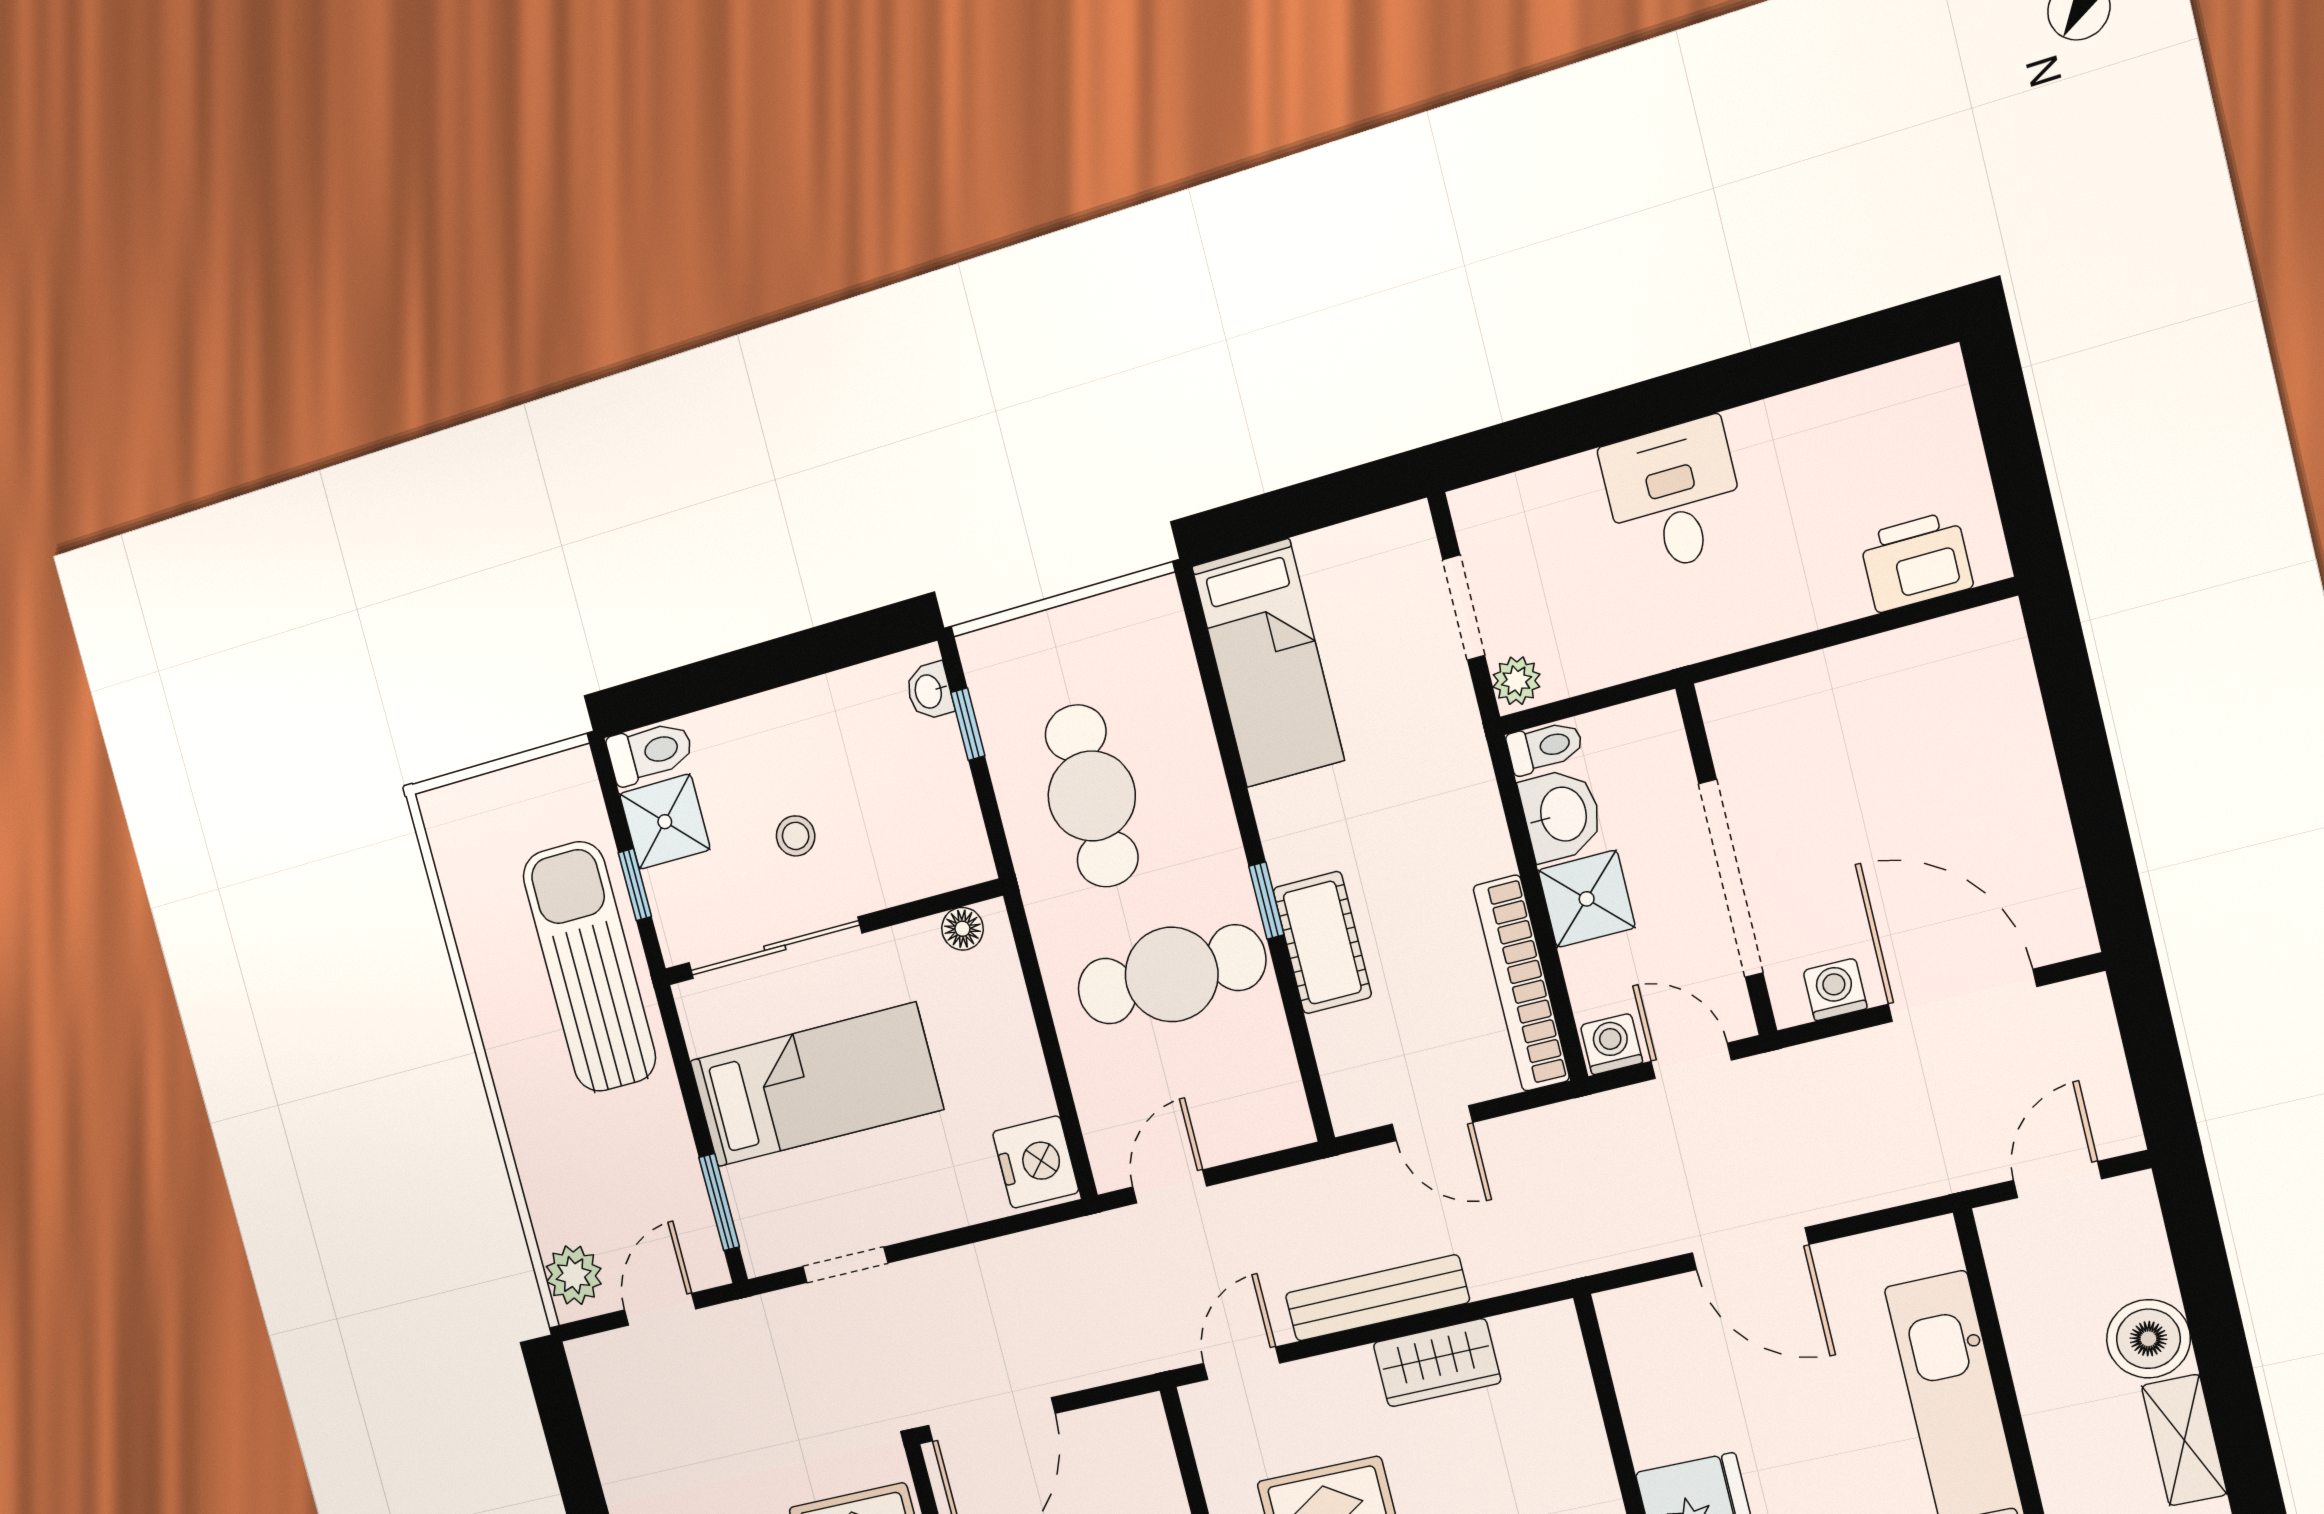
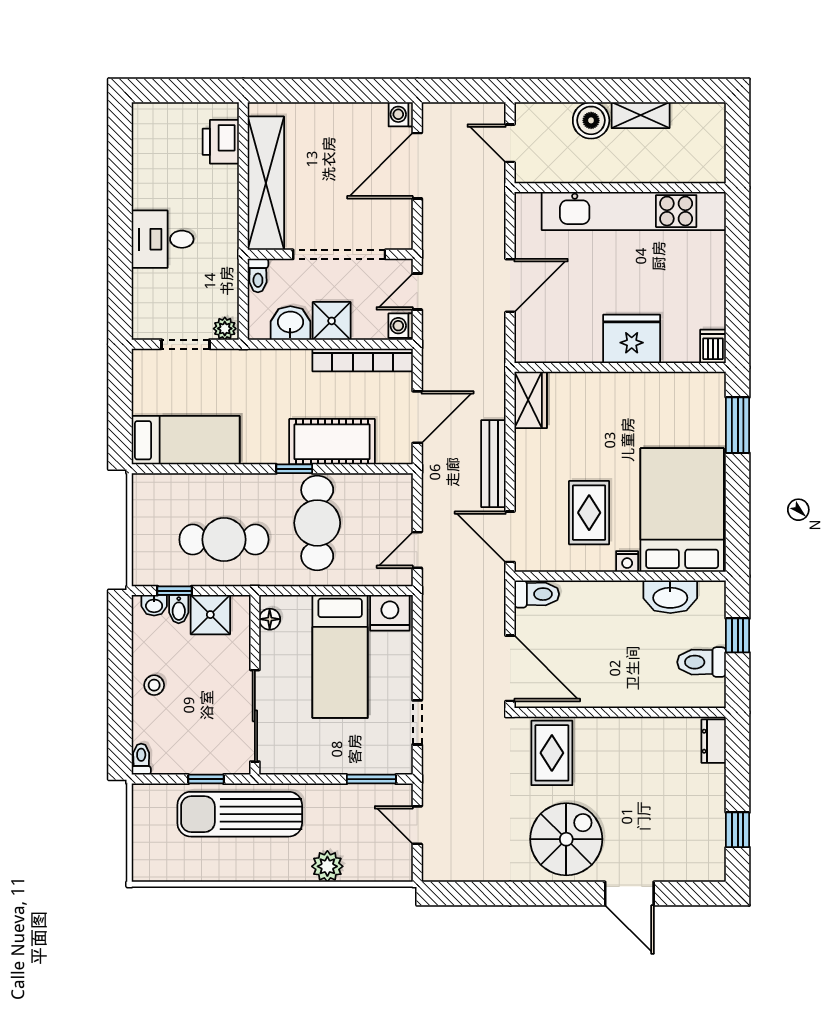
shelving: (1848, 683) -> (266, 183), added
bidet: (935, 743) -> (179, 609), added
toilet: (1545, 747) -> (258, 275), moved, turned 180
toilet: (650, 752) -> (141, 759), width x0.73, depth x0.72
shower: (665, 822) -> (210, 615), moved
stool: (796, 836) -> (154, 685), moved
cot: (1322, 943) -> (332, 442), width x1.37, depth x1.34
washing machine: (1835, 989) -> (401, 114), moved
bed: (816, 1085) -> (340, 656), moved, turned 180
door: (1432, 1123) -> (417, 417), width x1.38
door: (1170, 1186) -> (417, 550), hinge flipped
plant: (574, 1275) -> (327, 866), moved
door: (1242, 1363) -> (510, 537), width x1.38
wardrobe: (1437, 1363) -> (531, 400), moved
toilet: (1145, 1440) -> (537, 594), added

